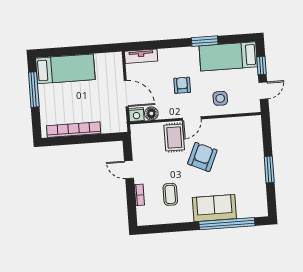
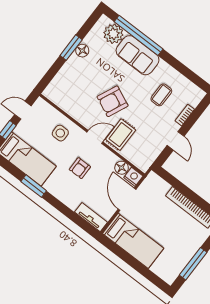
bed: (65, 69) -> (133, 241), moved, turned 180
floor lamp: (259, 175) -> (82, 51), added
plant: (247, 208) -> (113, 34), added

